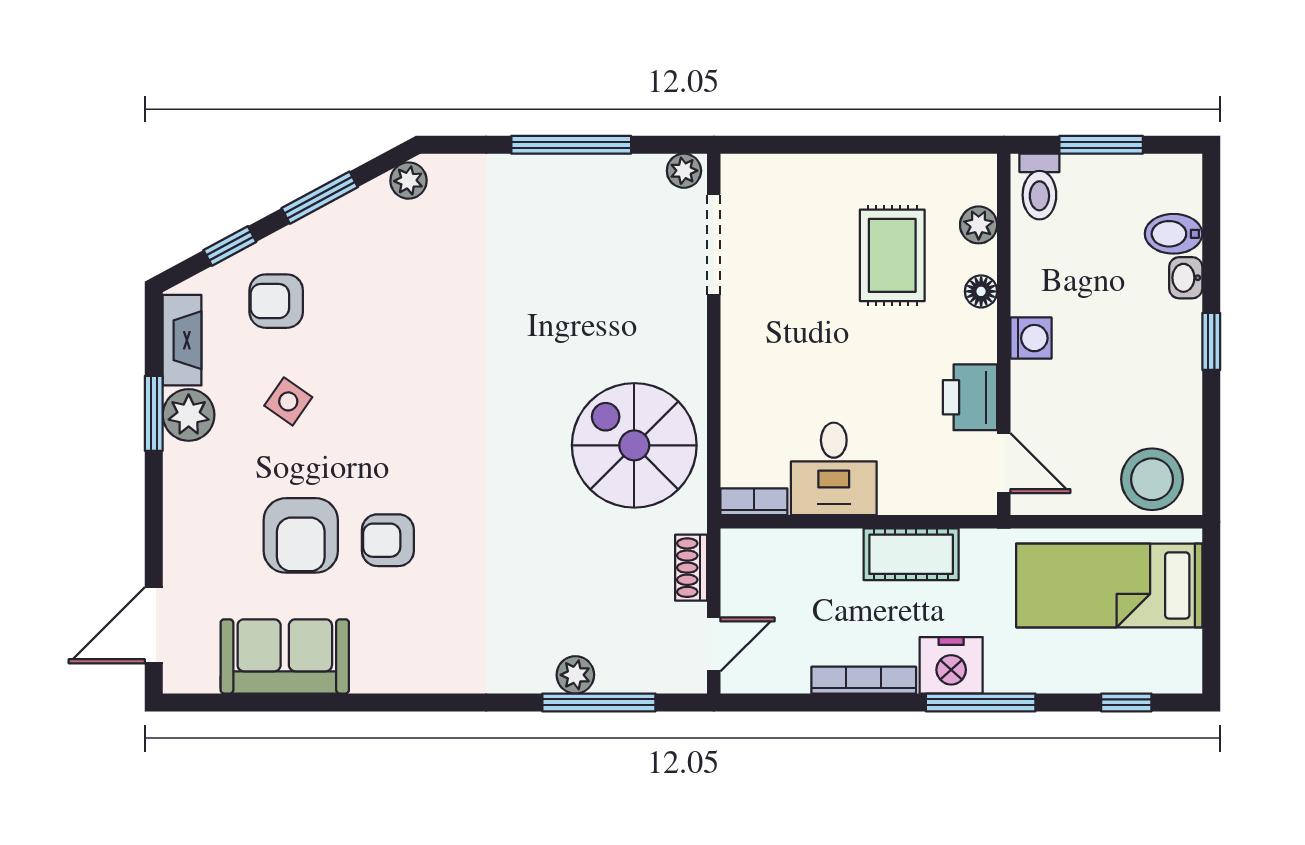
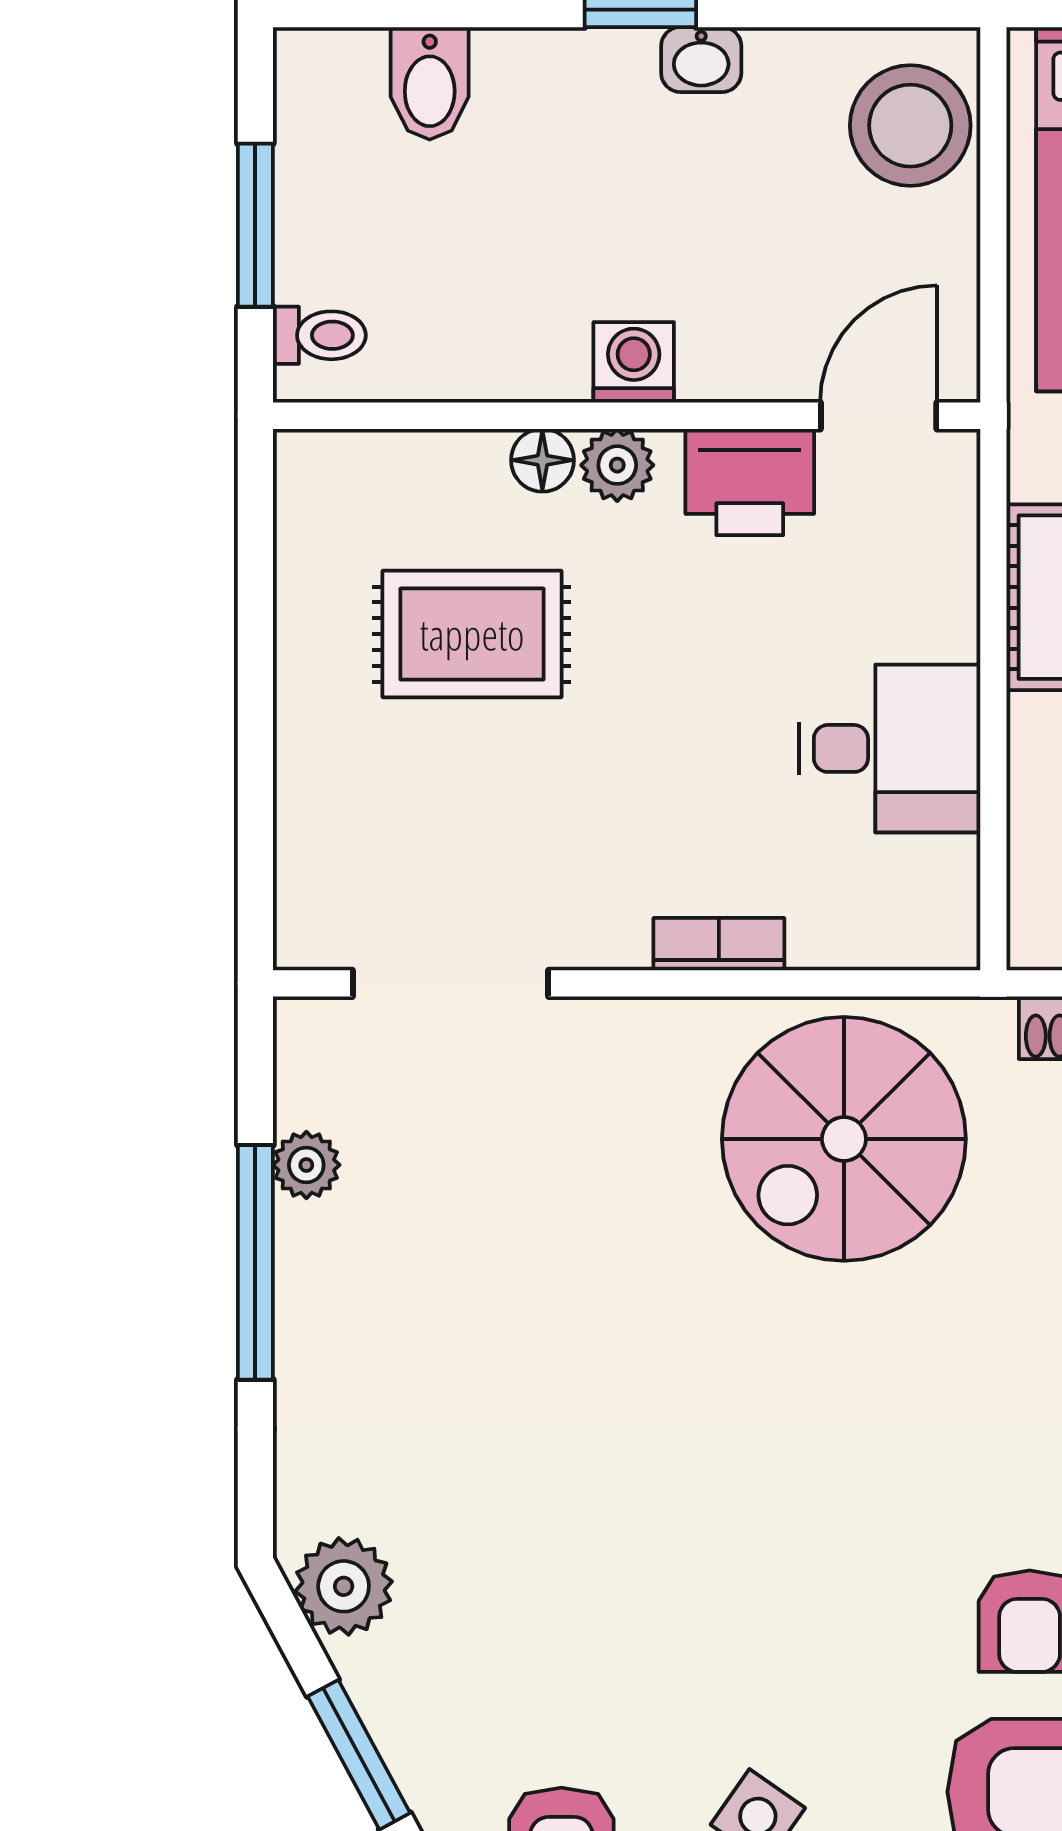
plant: (684, 171) -> (306, 1165), moved
plant: (408, 181) -> (344, 1586), width x1.38, depth x1.38
toilet: (1039, 187) -> (319, 335), width x0.73, depth x0.72
plant: (979, 225) -> (617, 465), moved
washbasin: (1186, 278) -> (701, 60), moved
bookcase: (754, 502) -> (719, 944), moved, turned 90

